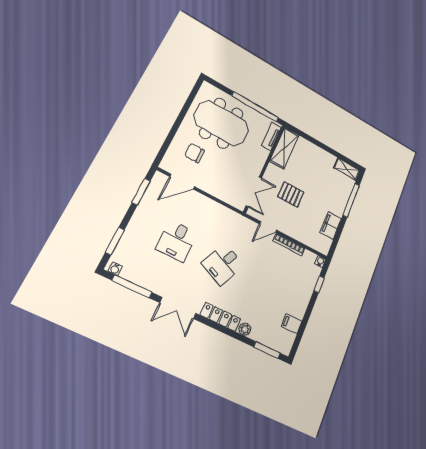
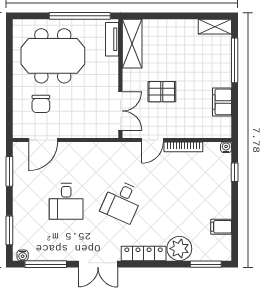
chair: (194, 153) -> (41, 104), turned -90
plant: (245, 329) -> (179, 249), width x1.88, depth x1.88

